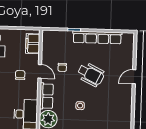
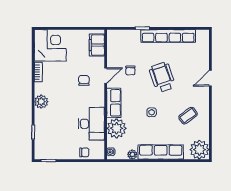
door: (40, 71) -> (106, 76), hinge flipped
wheelchair: (91, 74) -> (162, 77), turned -135
coffee table: (113, 110) -> (188, 116), added

